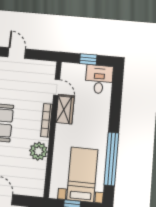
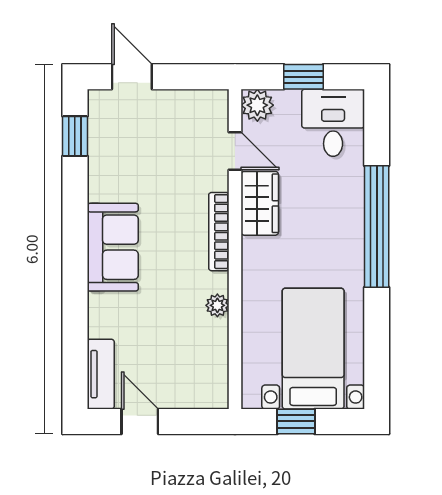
plant: (68, 69) -> (257, 105), added
plant: (38, 151) -> (217, 305), width x0.53, depth x0.53
window: (111, 159) -> (377, 227), moved

